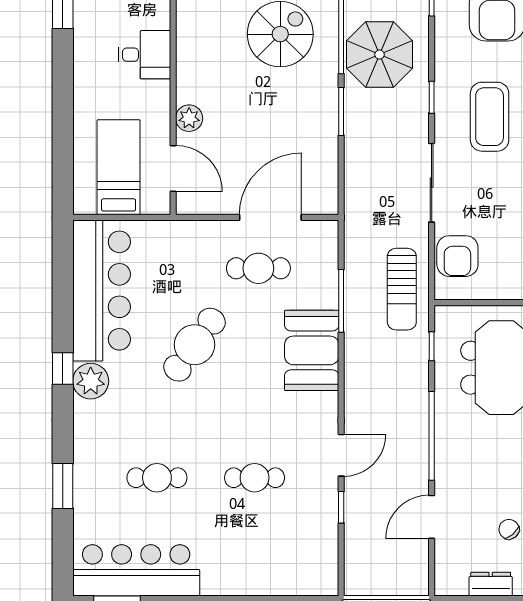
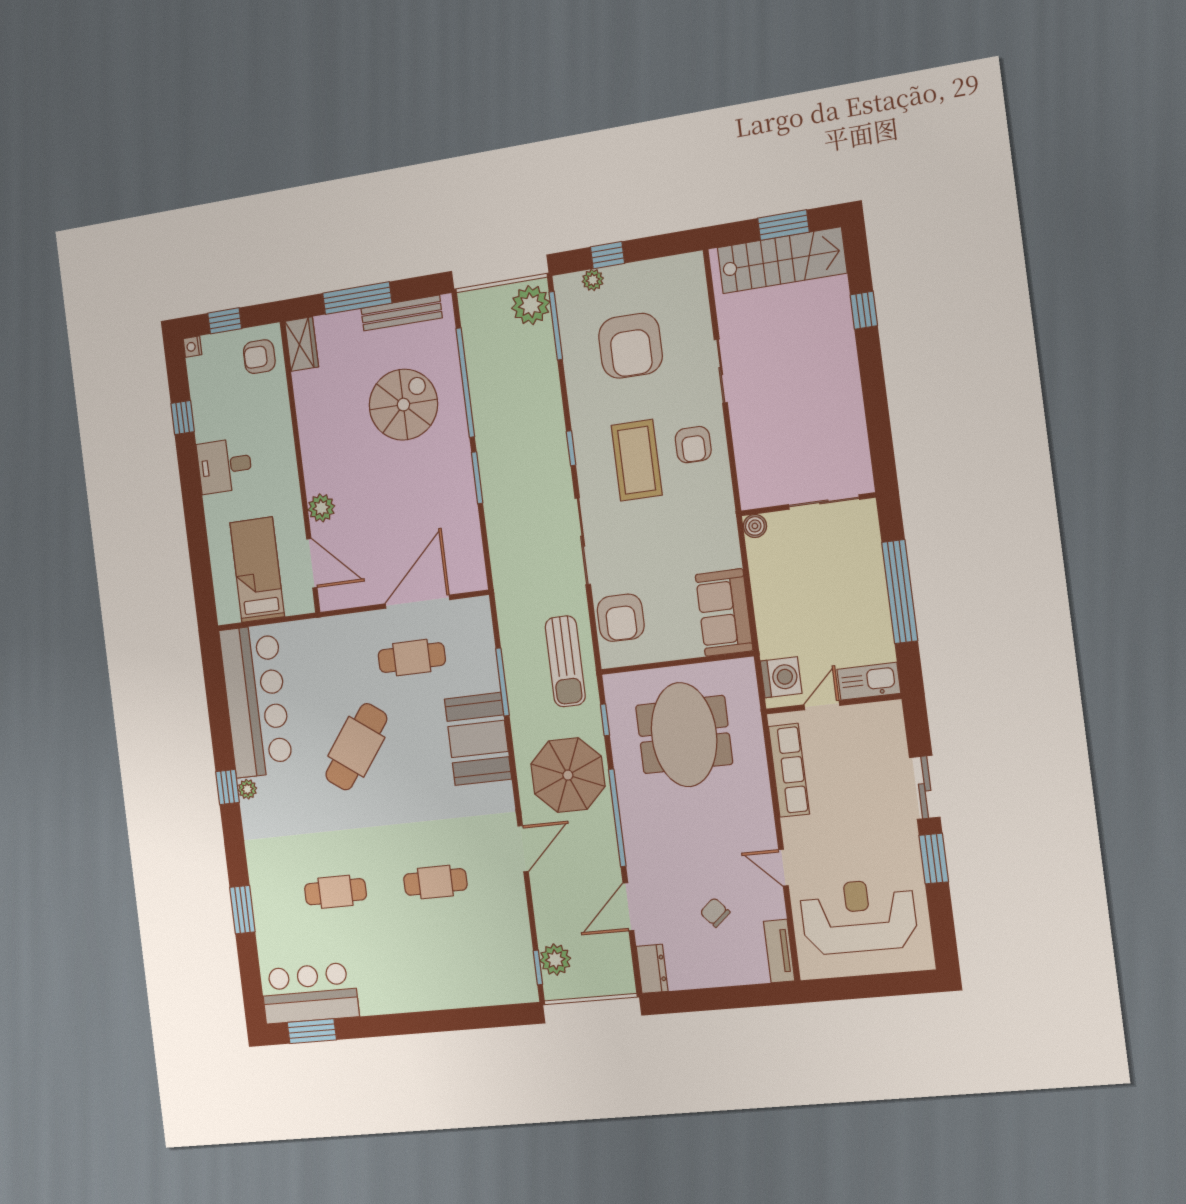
desk: (145, 55) -> (225, 466), moved, turned 180
parasol: (379, 55) -> (568, 775), moved
plant: (91, 381) -> (247, 789), width x0.53, depth x0.53
window: (341, 507) -> (538, 968), moved
plant: (358, 559) -> (555, 960), added
bar counter: (136, 570) -> (309, 993), width x0.73
dresser: (491, 584) -> (652, 969), moved, turned 90

